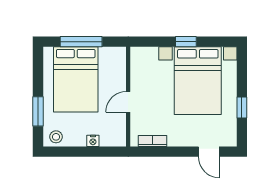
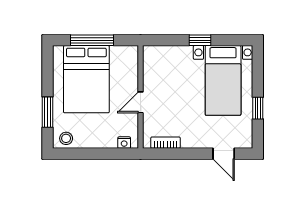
bed with nightstands: (198, 81) -> (223, 80), width x0.73
nightstand: (93, 141) -> (124, 143), moved

